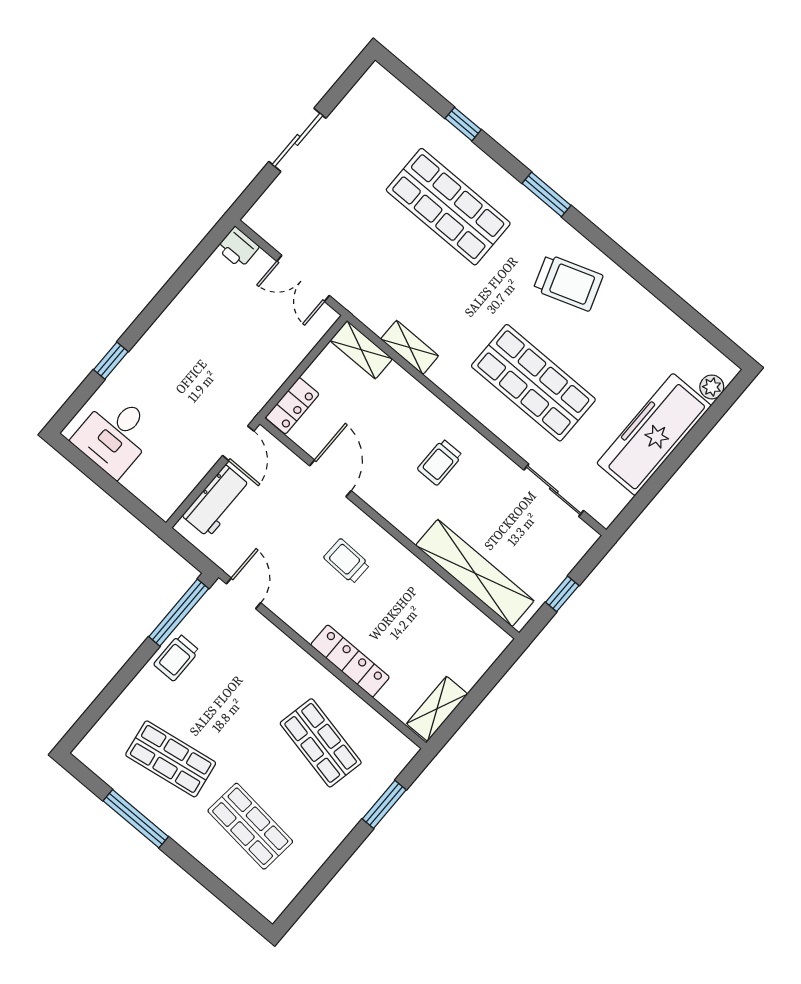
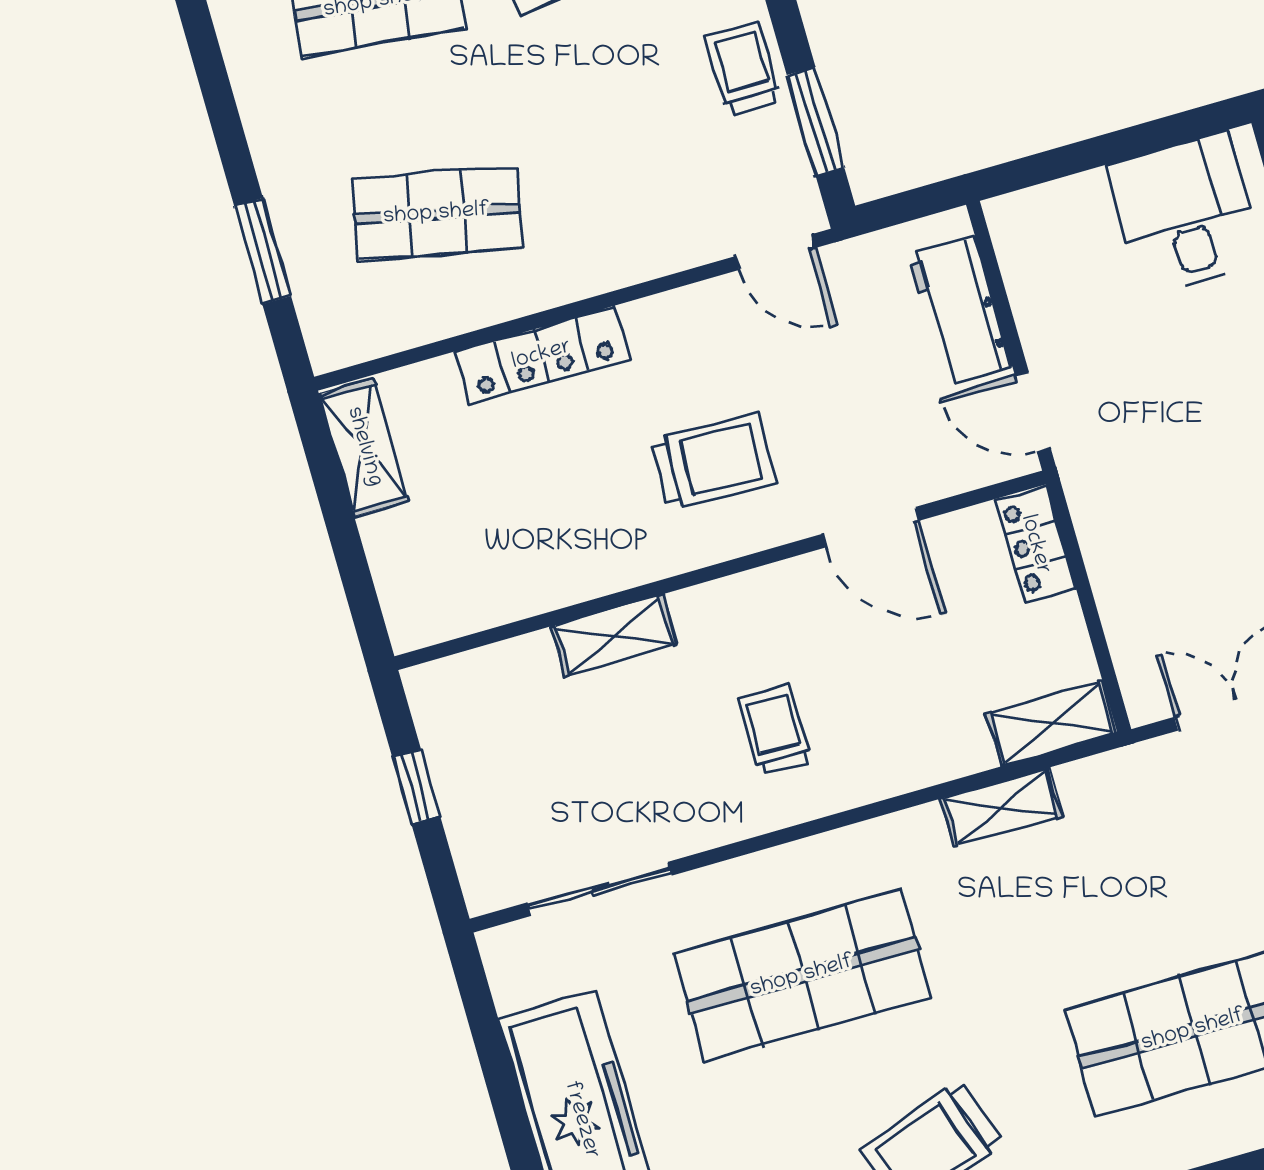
trolley: (347, 561) -> (713, 461), width x1.36, depth x1.39
shelving: (475, 573) -> (614, 636), width x0.45, depth x0.75
window: (179, 613) -> (816, 122), width x0.69

